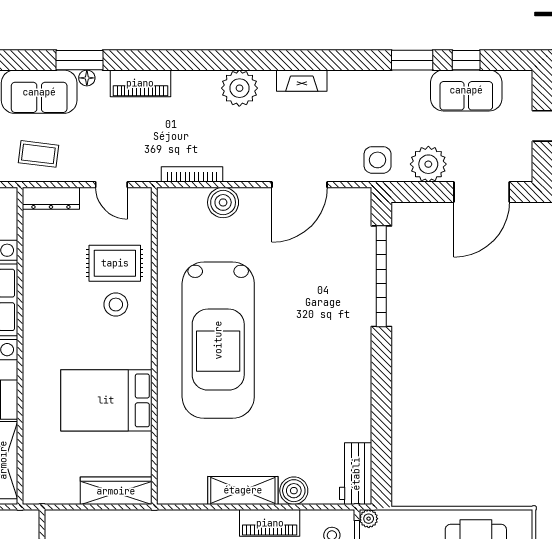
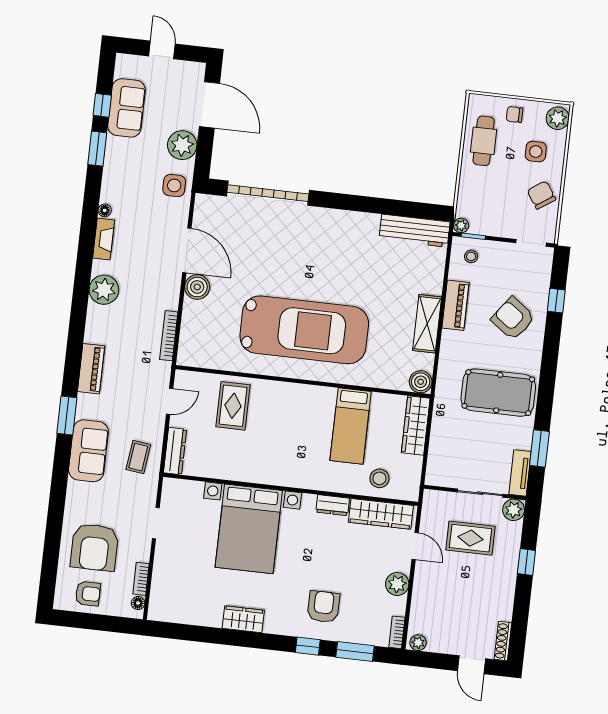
floor lamp: (87, 78) -> (105, 210), moved
boiler: (223, 202) -> (197, 287), moved
stool: (116, 305) -> (379, 478), moved
bed: (106, 400) -> (351, 426), width x0.67
workbench: (356, 474) -> (415, 231), width x1.38
boiler: (294, 491) -> (421, 382), moved

